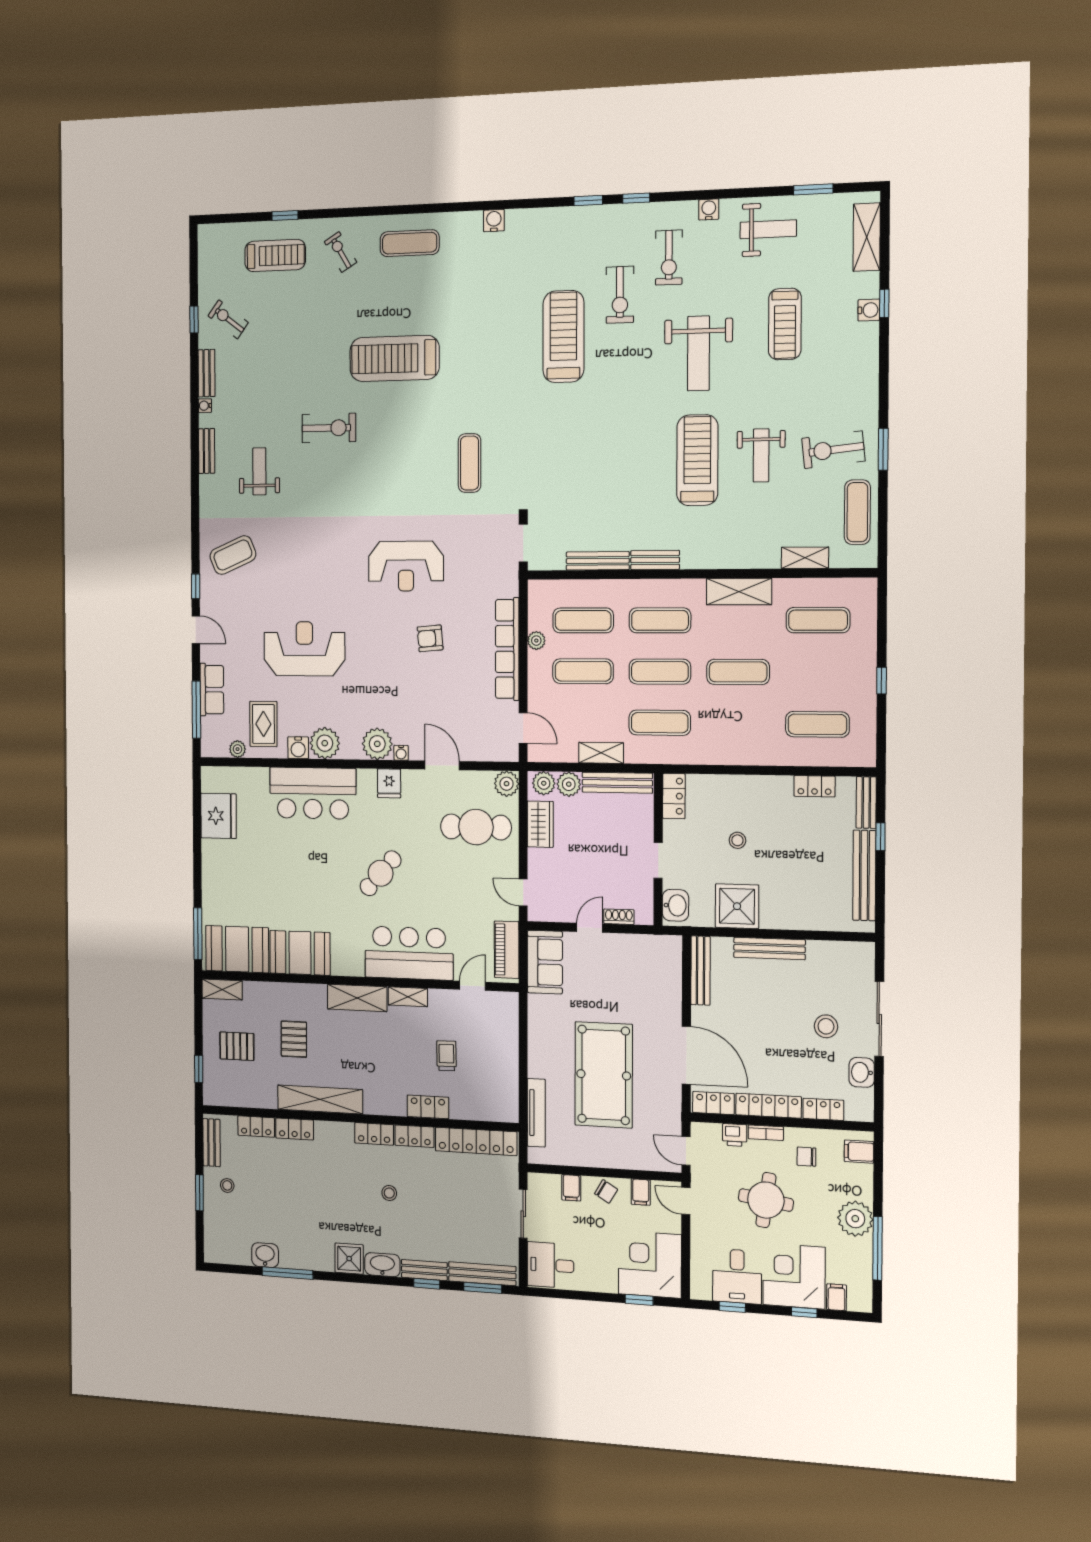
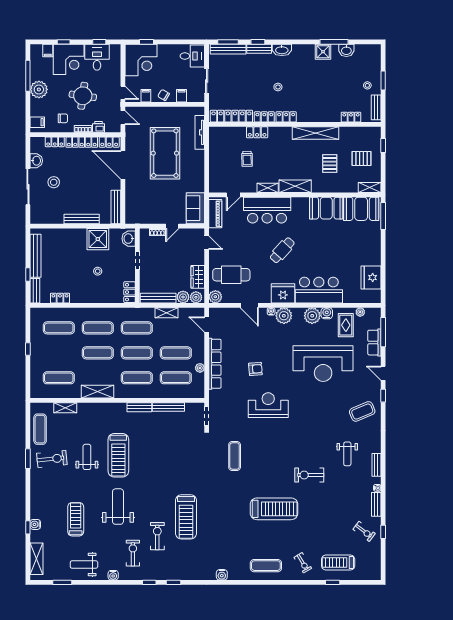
reception desk: (304, 649) -> (323, 364), width x1.36, depth x1.30
exercise mat: (738, 724) -> (98, 328), added
fridge: (389, 783) -> (283, 293), width x1.88, depth x1.34
locker: (295, 1129) -> (330, 117), removed
shower: (349, 1259) -> (323, 52), moved

